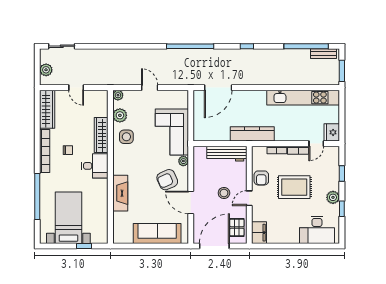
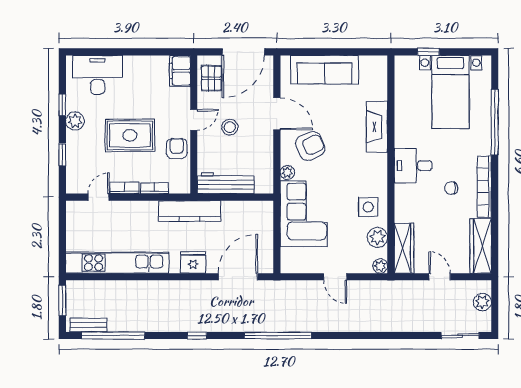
fridge: (332, 132) -> (193, 262), moved, turned -90
wardrobe: (101, 135) -> (404, 248), moved

